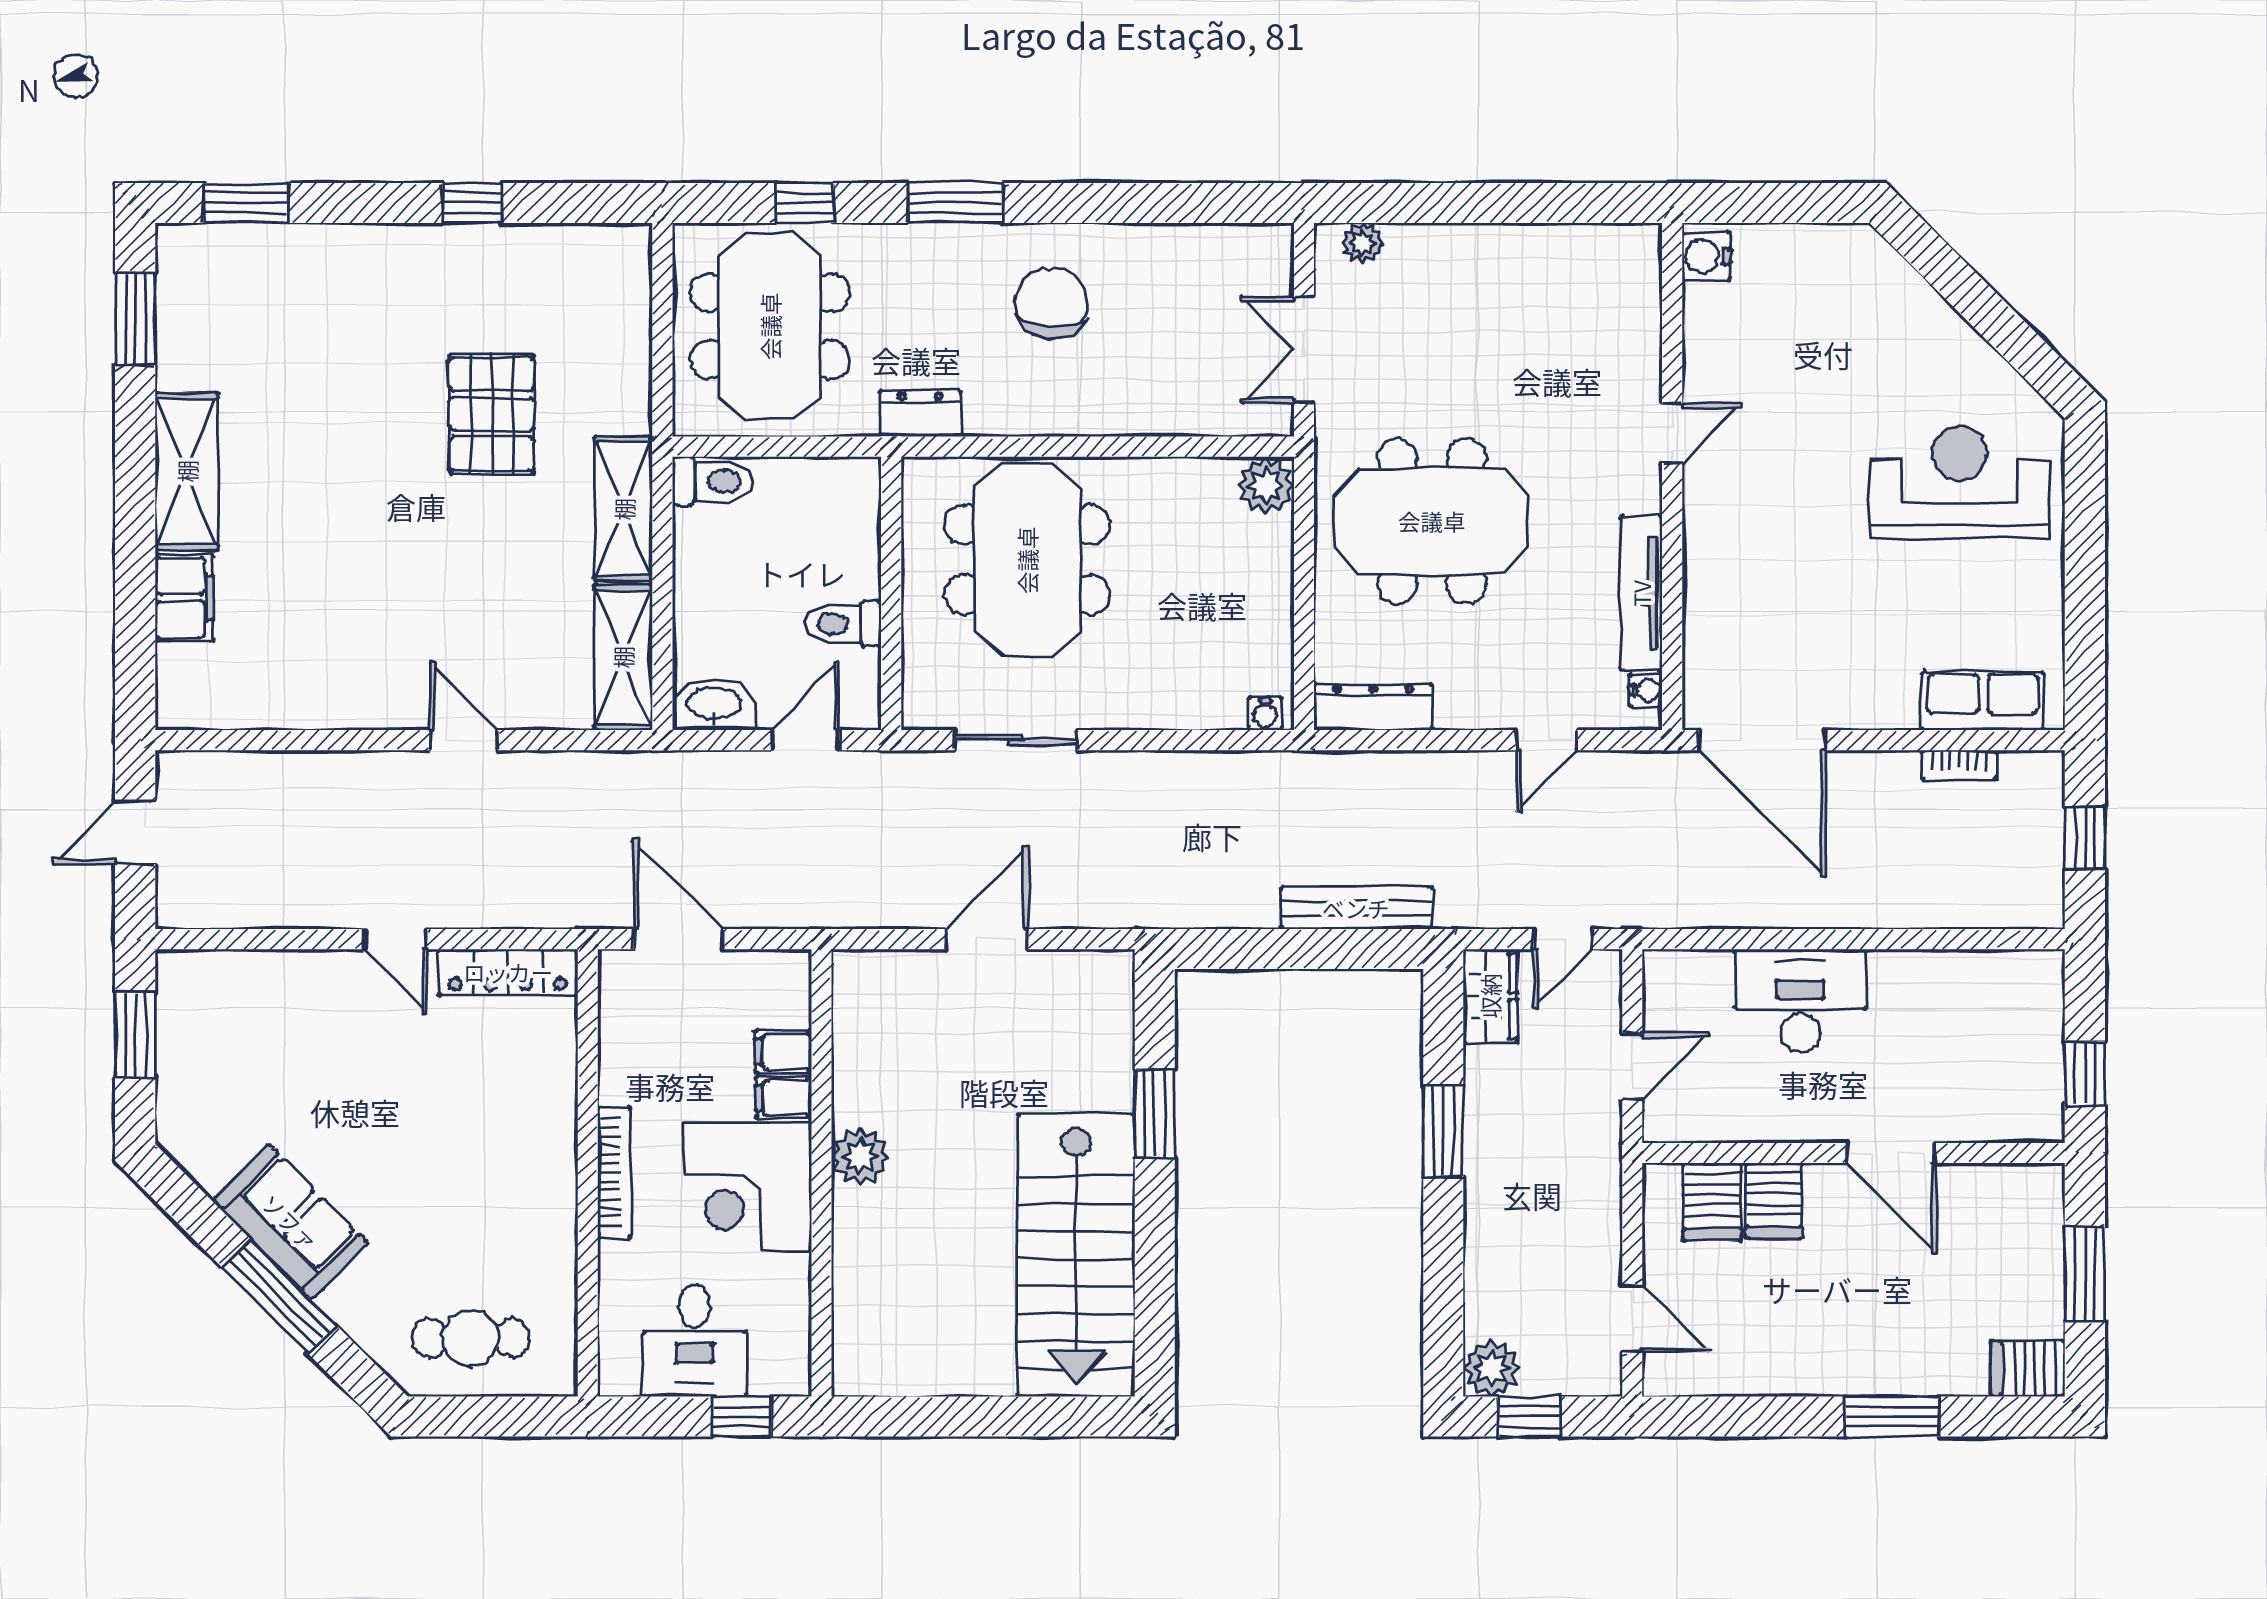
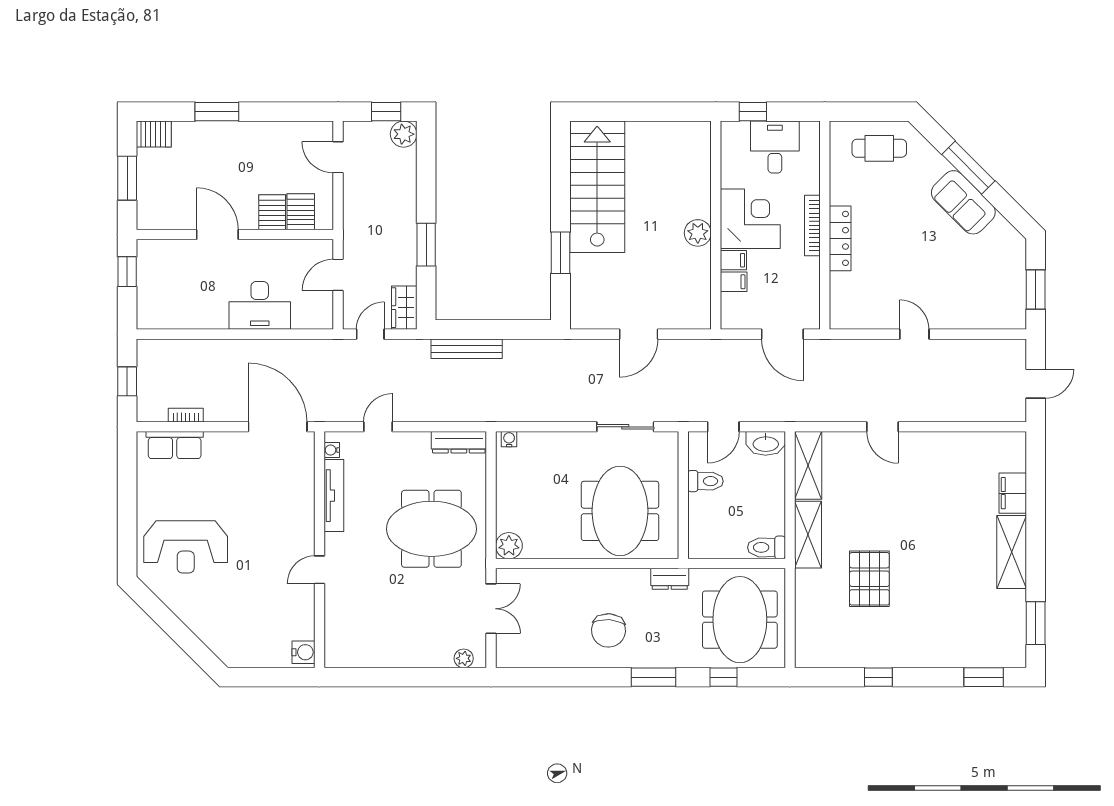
locker: (508, 972) -> (840, 238), moved, turned 90

